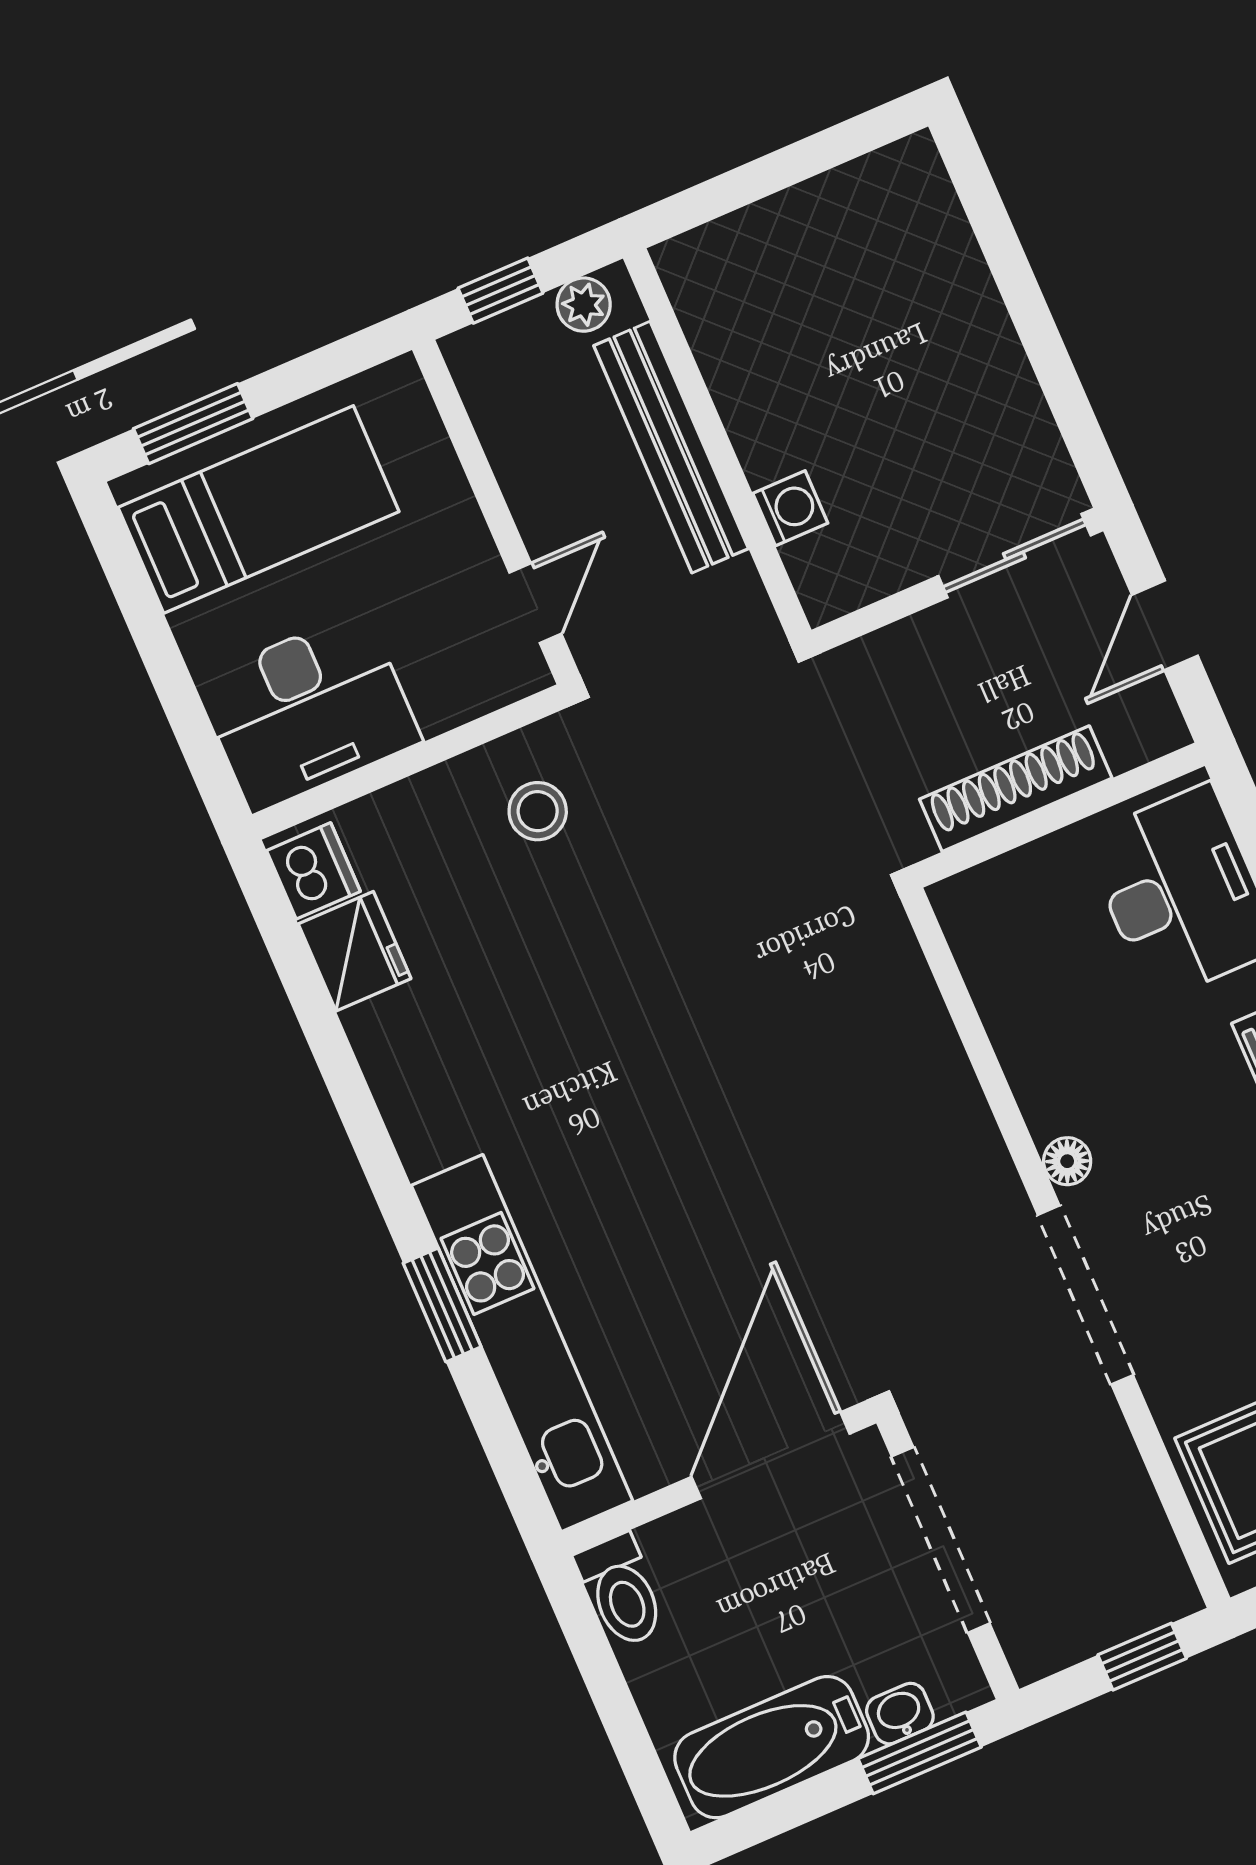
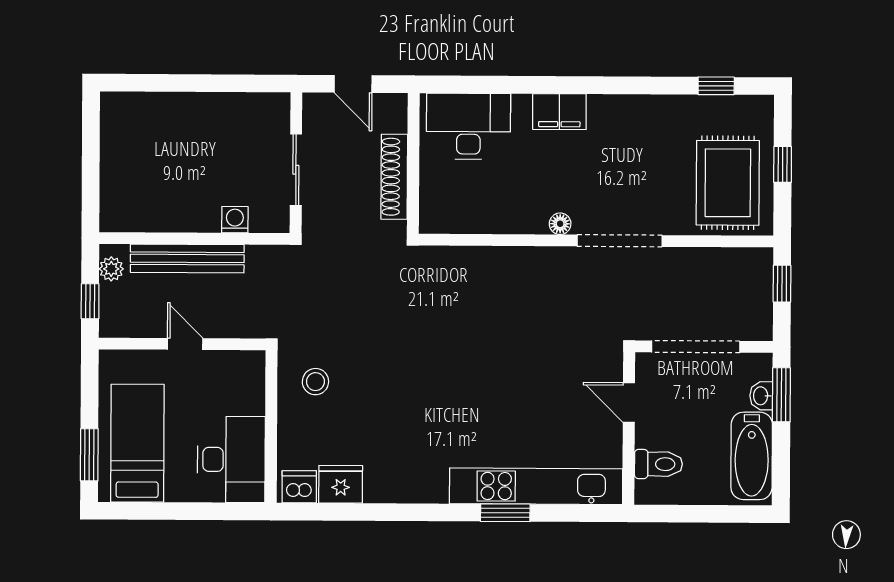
sliding door: (1014, 556) -> (296, 170), moved
door: (535, 603) -> (185, 344), moved
door: (771, 1455) -> (629, 402), width x0.53
toilet: (621, 1591) -> (658, 464), moved

